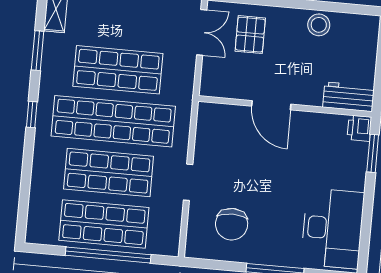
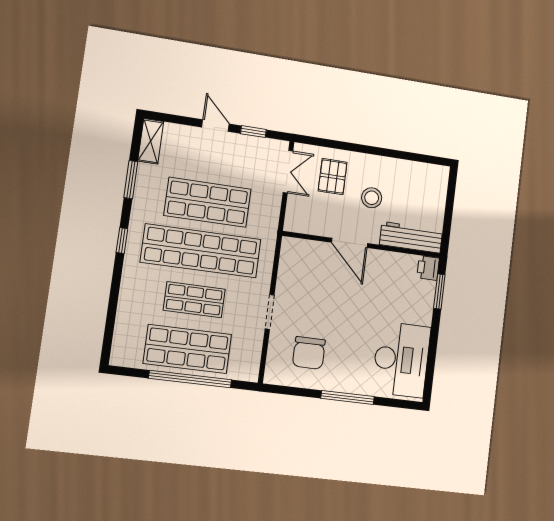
stool: (319, 25) -> (372, 198), moved
workbench: (349, 97) -> (411, 237), width x1.38
shop shelf: (109, 173) -> (194, 300), width x0.70, depth x0.74

